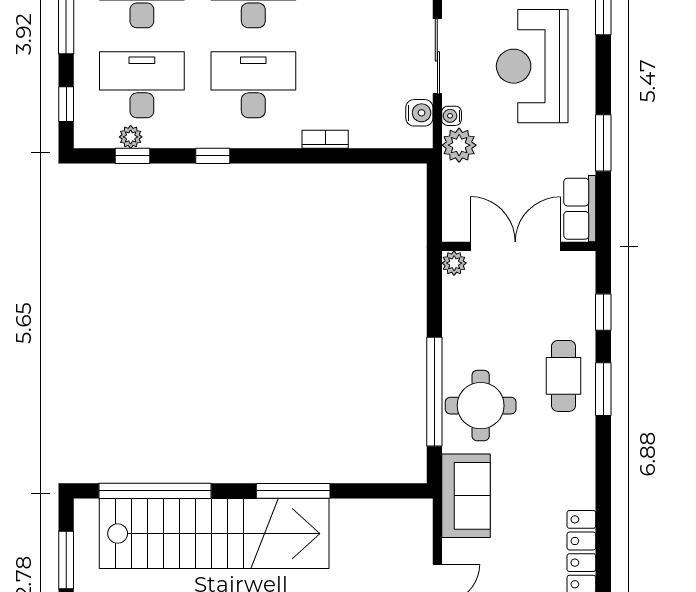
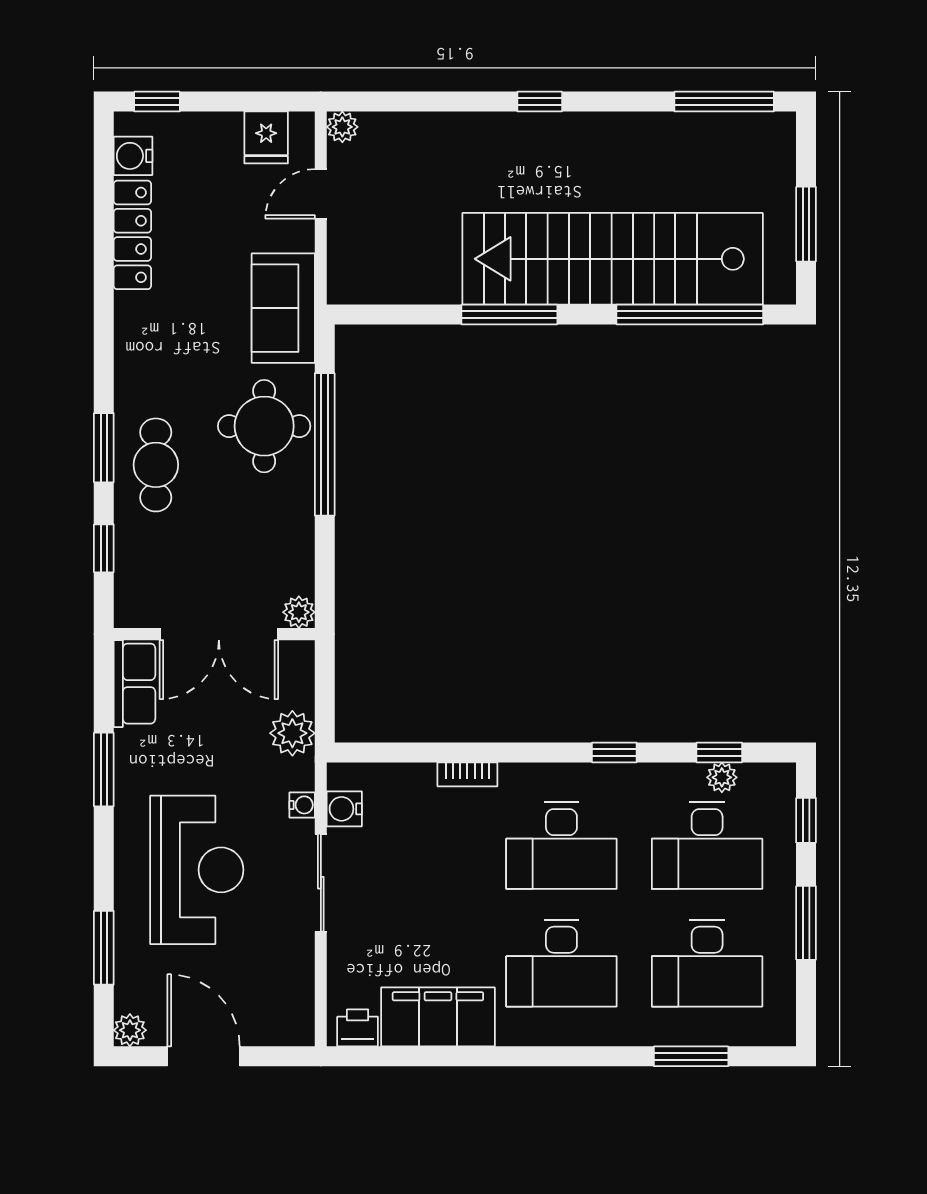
plant: (459, 145) -> (292, 733), moved

